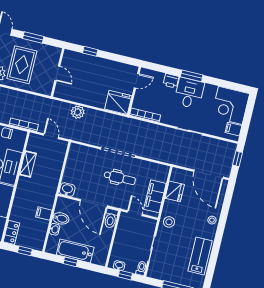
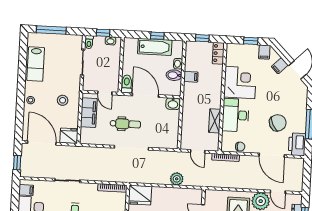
dental chair: (120, 178) -> (125, 124), turned 180
fridge: (175, 191) -> (69, 136), moved, turned 90
stool: (169, 222) -> (63, 100), moved

